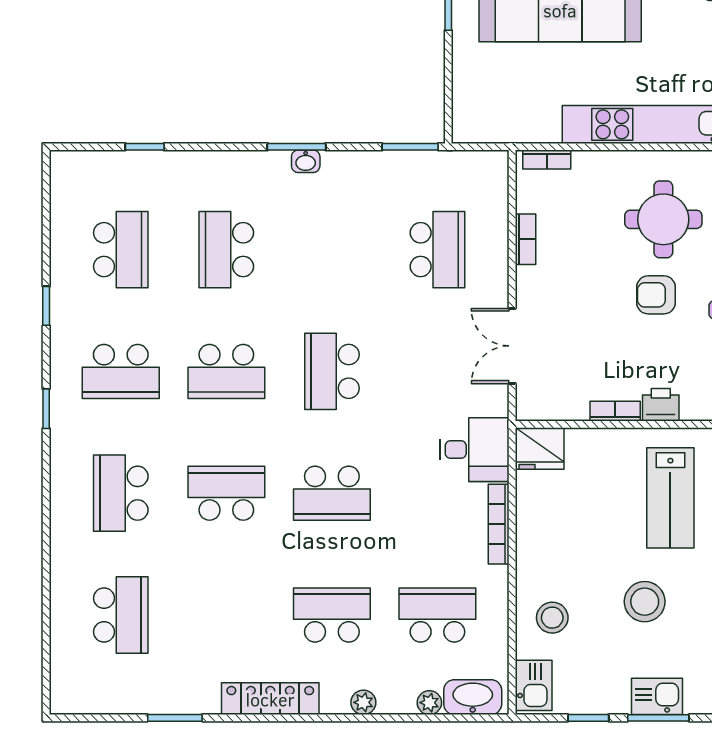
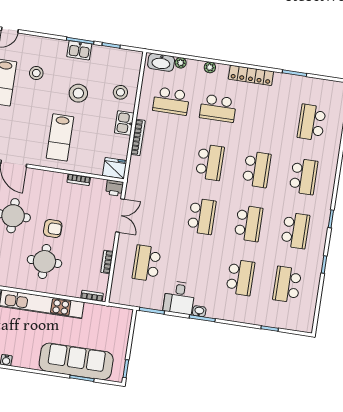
school desk: (121, 371) -> (295, 230), turned 90
school desk: (226, 371) -> (248, 223), turned 90
printer: (661, 405) -> (115, 188), moved
desk: (474, 450) -> (179, 298), moved, turned -90
school desk: (226, 493) -> (257, 169), turned -90
school desk: (332, 493) -> (210, 162), turned 90
lab bench: (670, 498) -> (60, 137), turned 180
kitchen sink: (534, 685) -> (124, 123), moved

